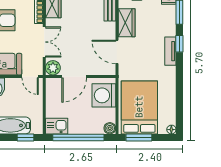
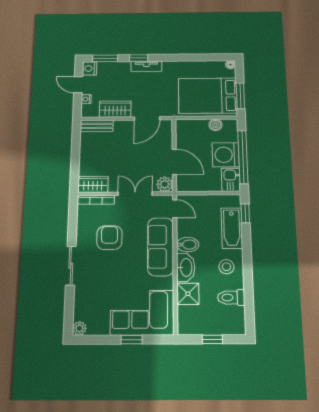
door: (30, 76) -> (175, 209), hinge flipped
washing machine: (104, 95) -> (226, 155), moved, turned 90
boiler: (110, 128) -> (216, 125), moved

